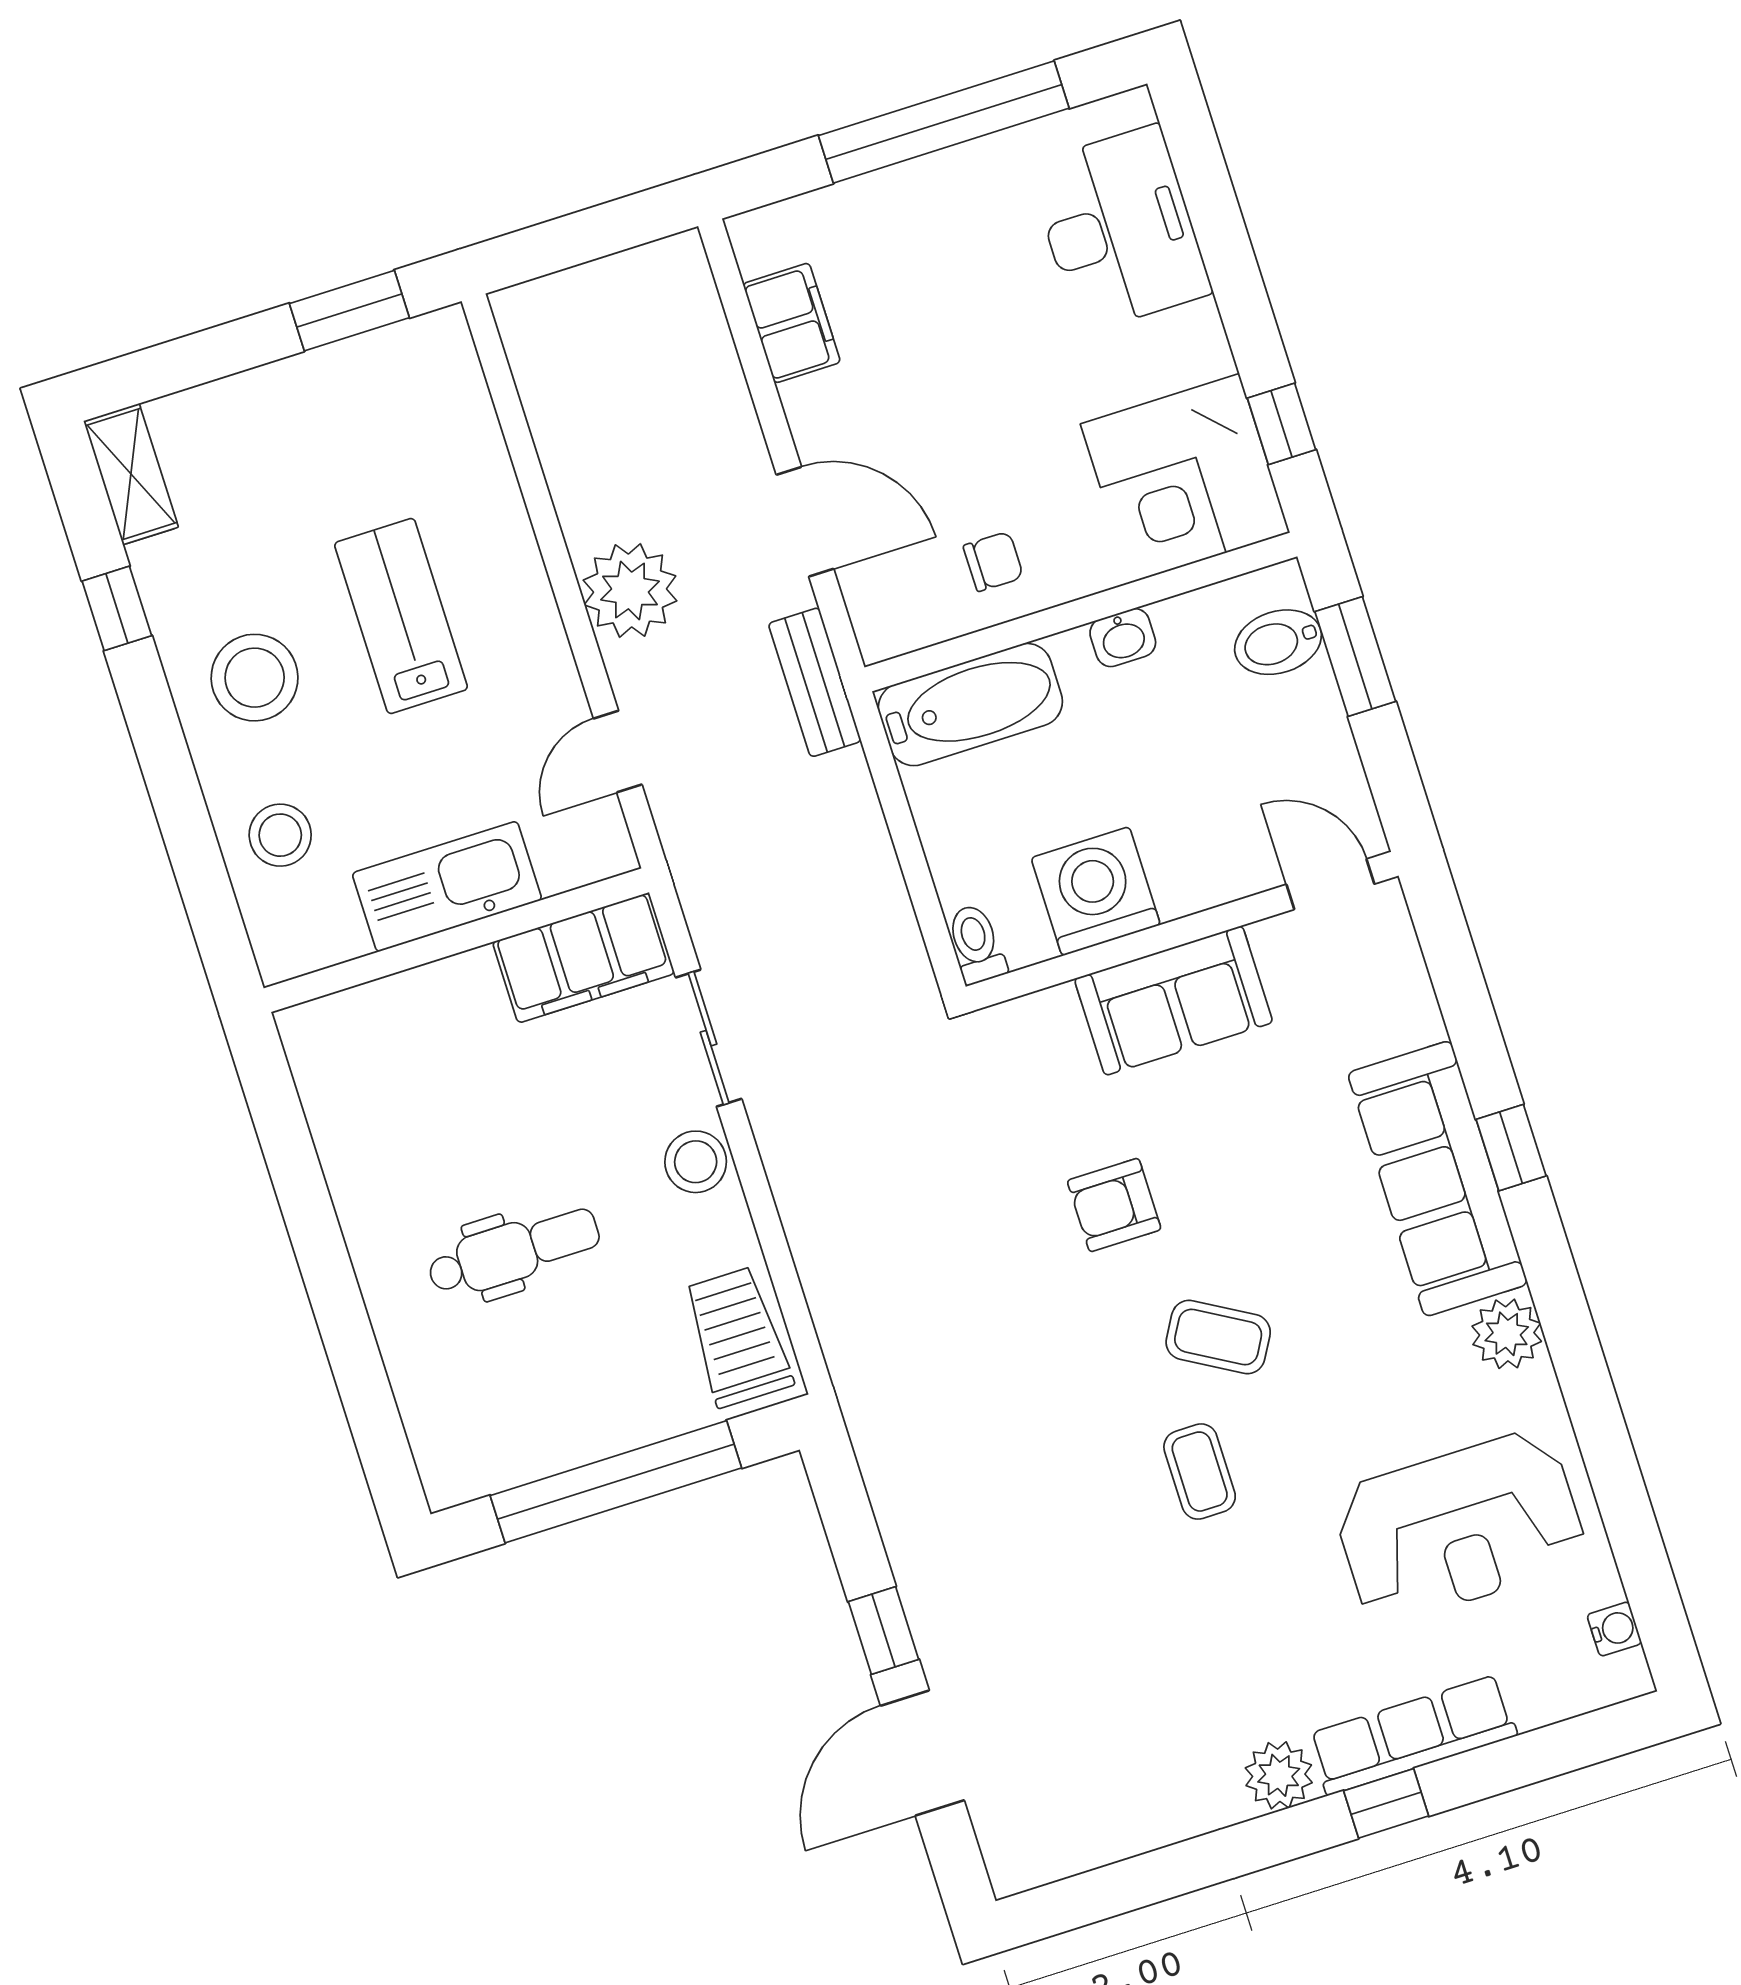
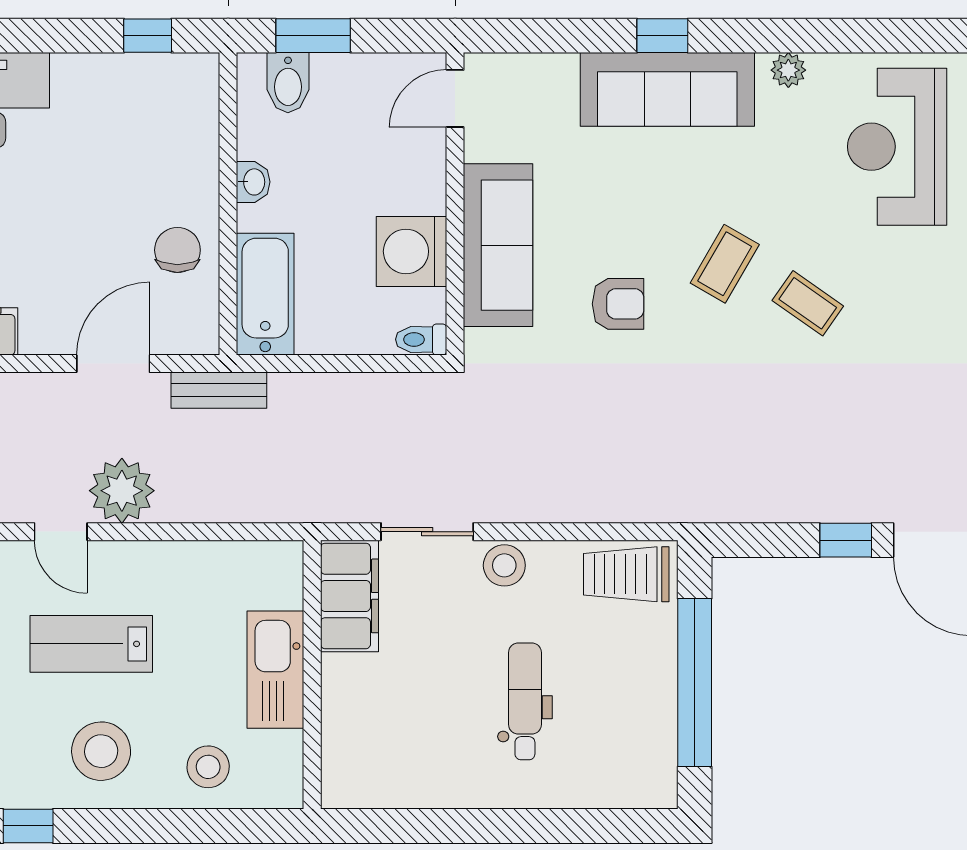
corner desk: (1185, 478) -> (163, 109), removed
chair: (993, 561) -> (177, 250), width x1.37, depth x1.37
door: (618, 751) -> (61, 532), moved
sofa: (1174, 1001) -> (498, 245), width x1.36
armchair: (1114, 1205) -> (618, 304), turned -90
plant: (1507, 1334) -> (788, 70), width x0.73, depth x0.73
coffee table: (1200, 1472) -> (808, 303), turned 35
reception desk: (1460, 1527) -> (897, 147), turned 180

